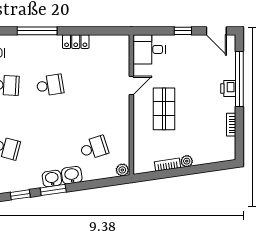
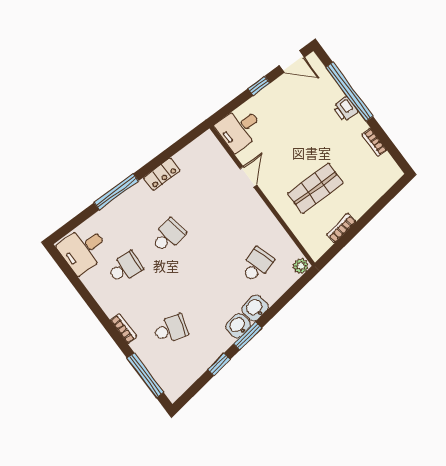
shop shelf: (164, 109) -> (315, 188), moved, turned 90
plant: (187, 161) -> (357, 211), removed

